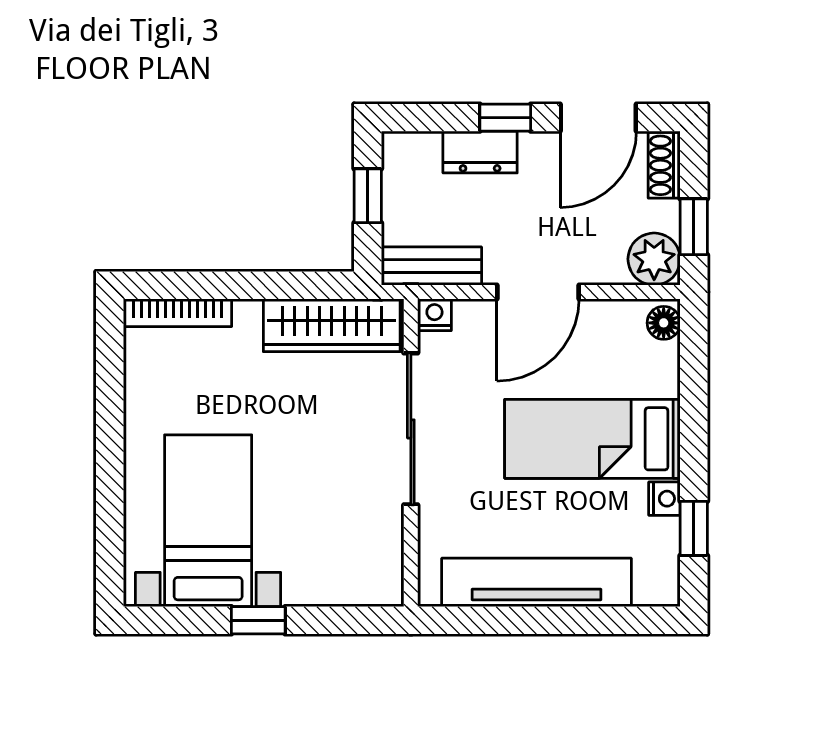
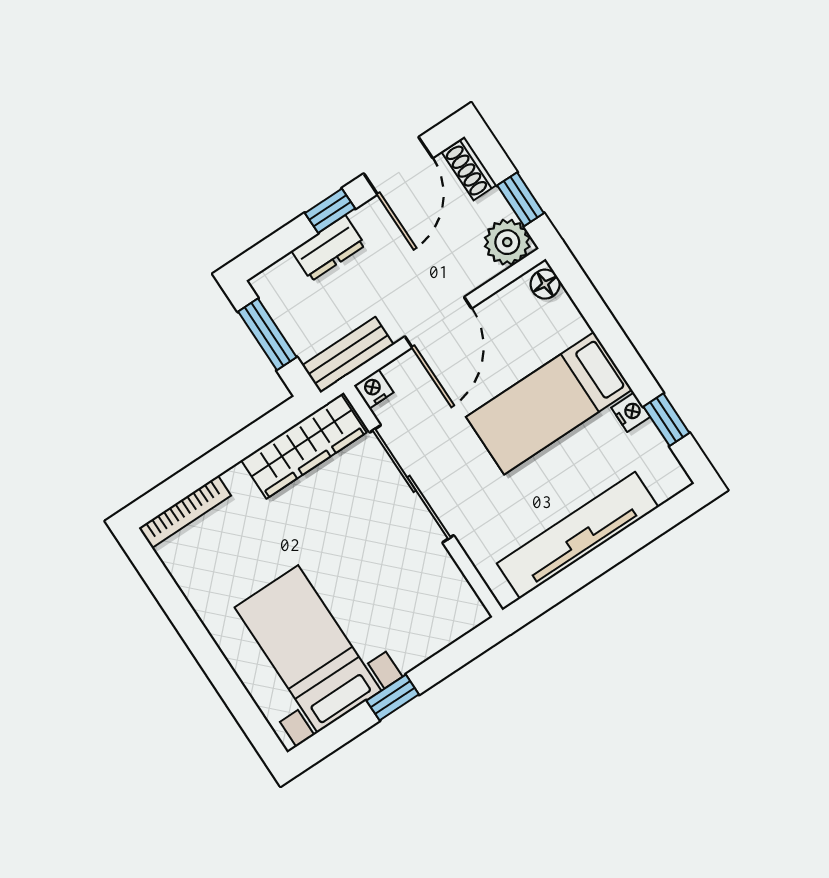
window: (368, 196) -> (267, 334), width x1.50

